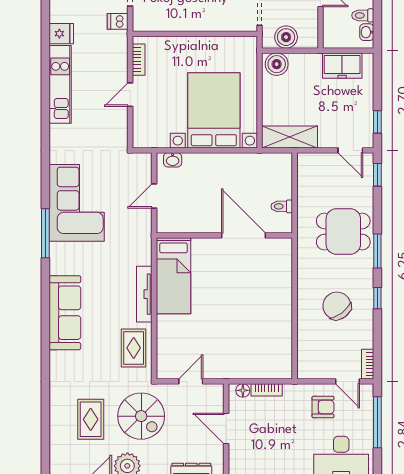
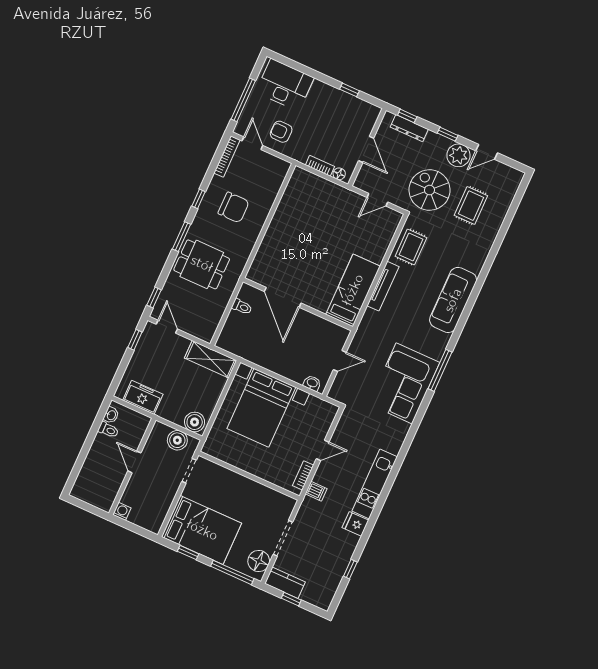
dishwasher: (118, 21) -> (316, 491), moved
chair: (337, 306) -> (234, 207), turned -53
bookcase: (368, 364) -> (227, 157), width x1.56

